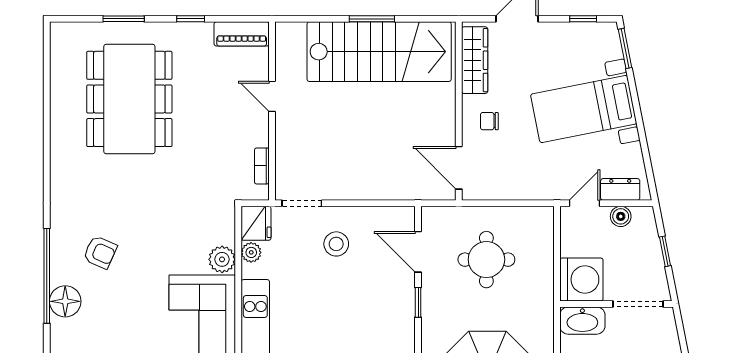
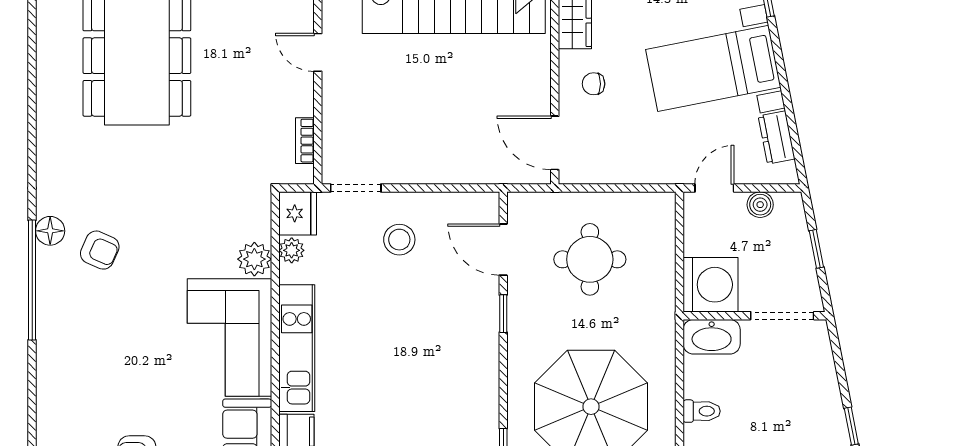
dresser: (620, 189) -> (777, 138), moved, turned -101
floor lamp: (65, 301) -> (50, 231), moved, width x0.73, depth x0.73

